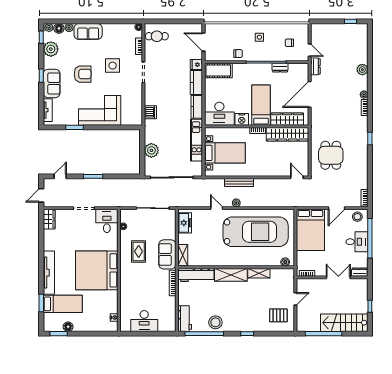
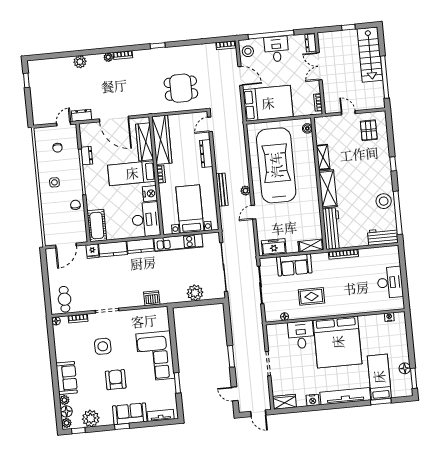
dresser: (272, 172) -> (206, 154), added
desk: (107, 221) -> (301, 335), moved, turned 90
nightstand: (48, 244) -> (313, 400), added
sofa: (167, 254) -> (294, 265), moved

